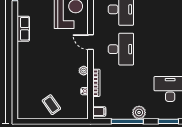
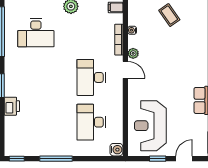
door: (91, 42) -> (125, 70), moved

